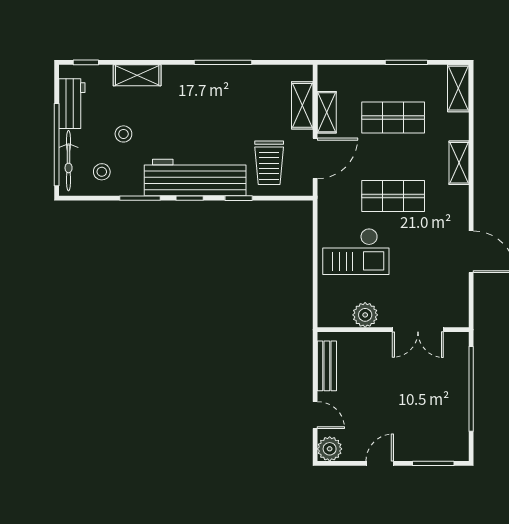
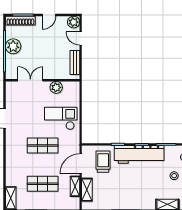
shelving: (459, 163) -> (10, 162), removed
plant: (453, 399) -> (13, 46), added
shoe rack: (438, 452) -> (20, 21), added

